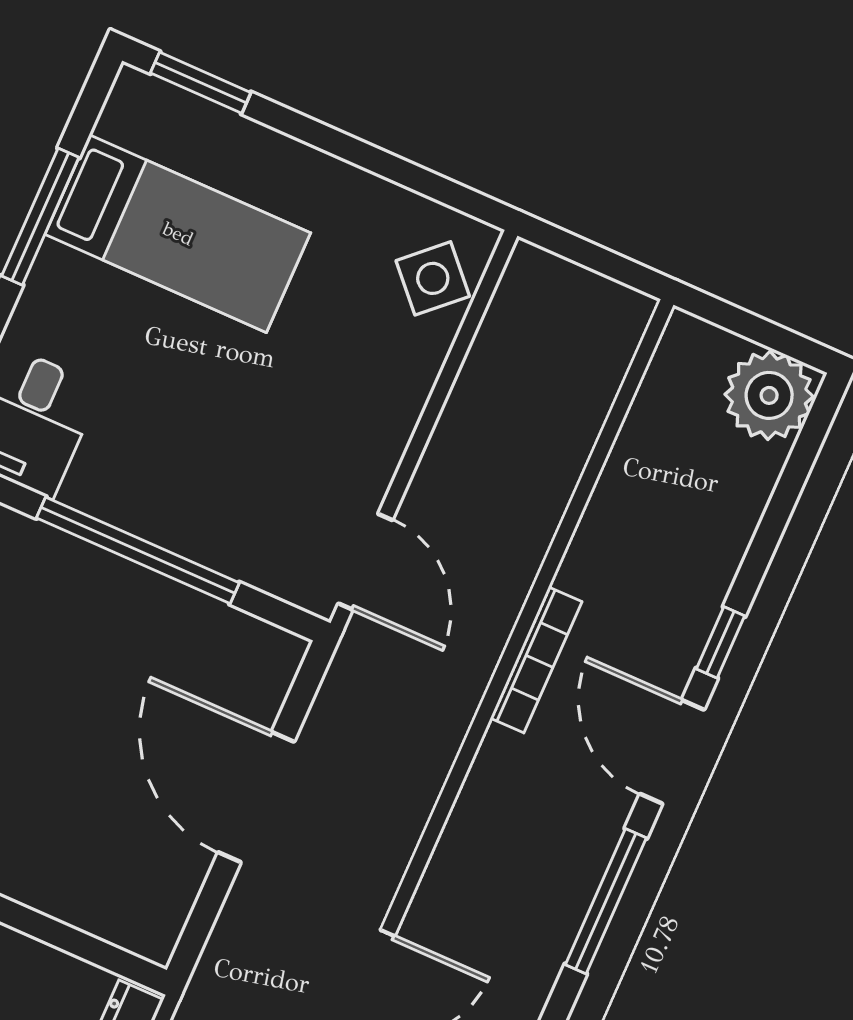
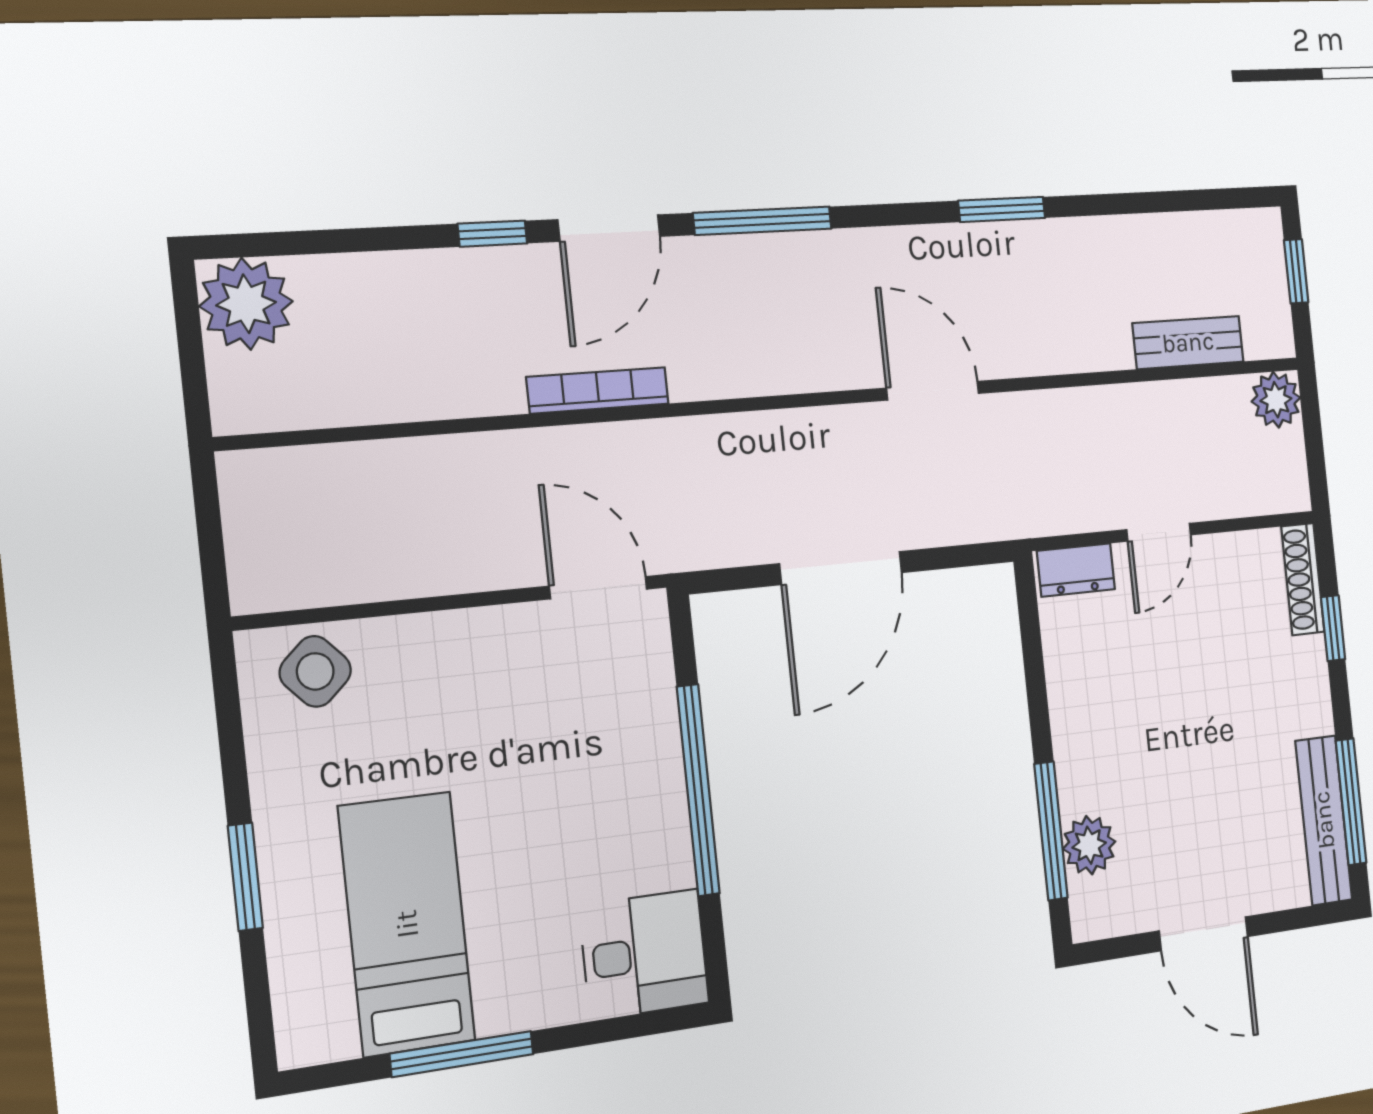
window: (201, 83) -> (245, 877), moved
door: (365, 562) -> (598, 588), hinge flipped

